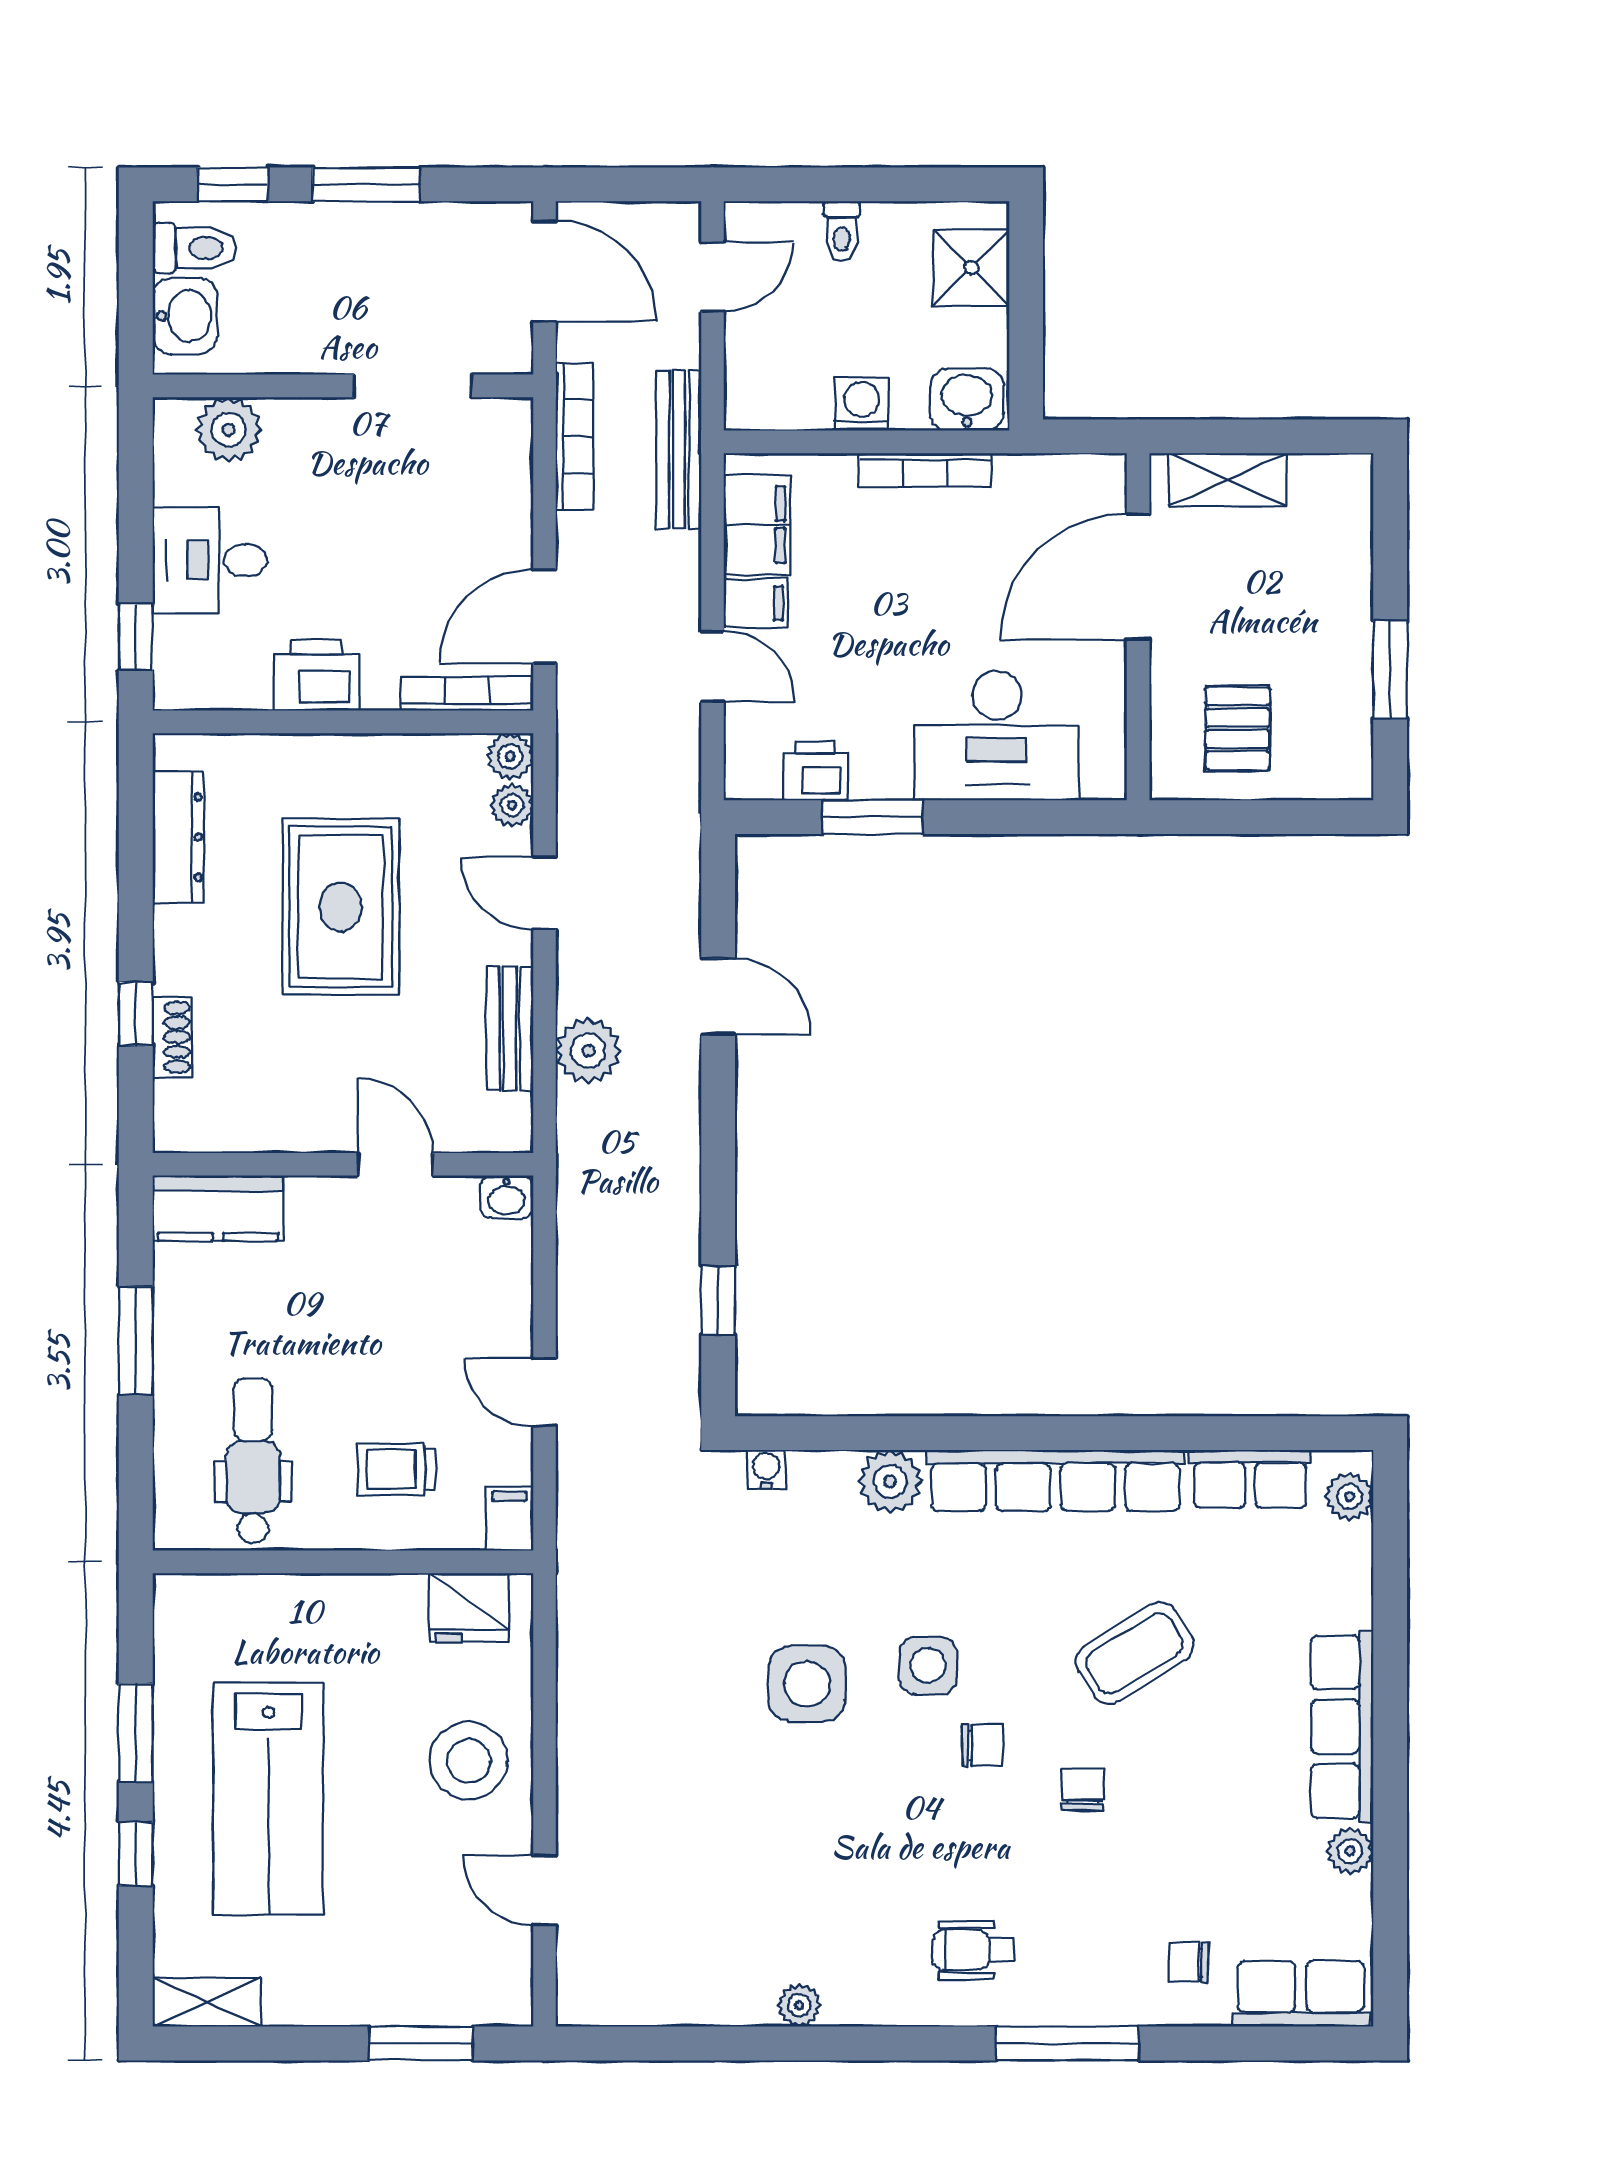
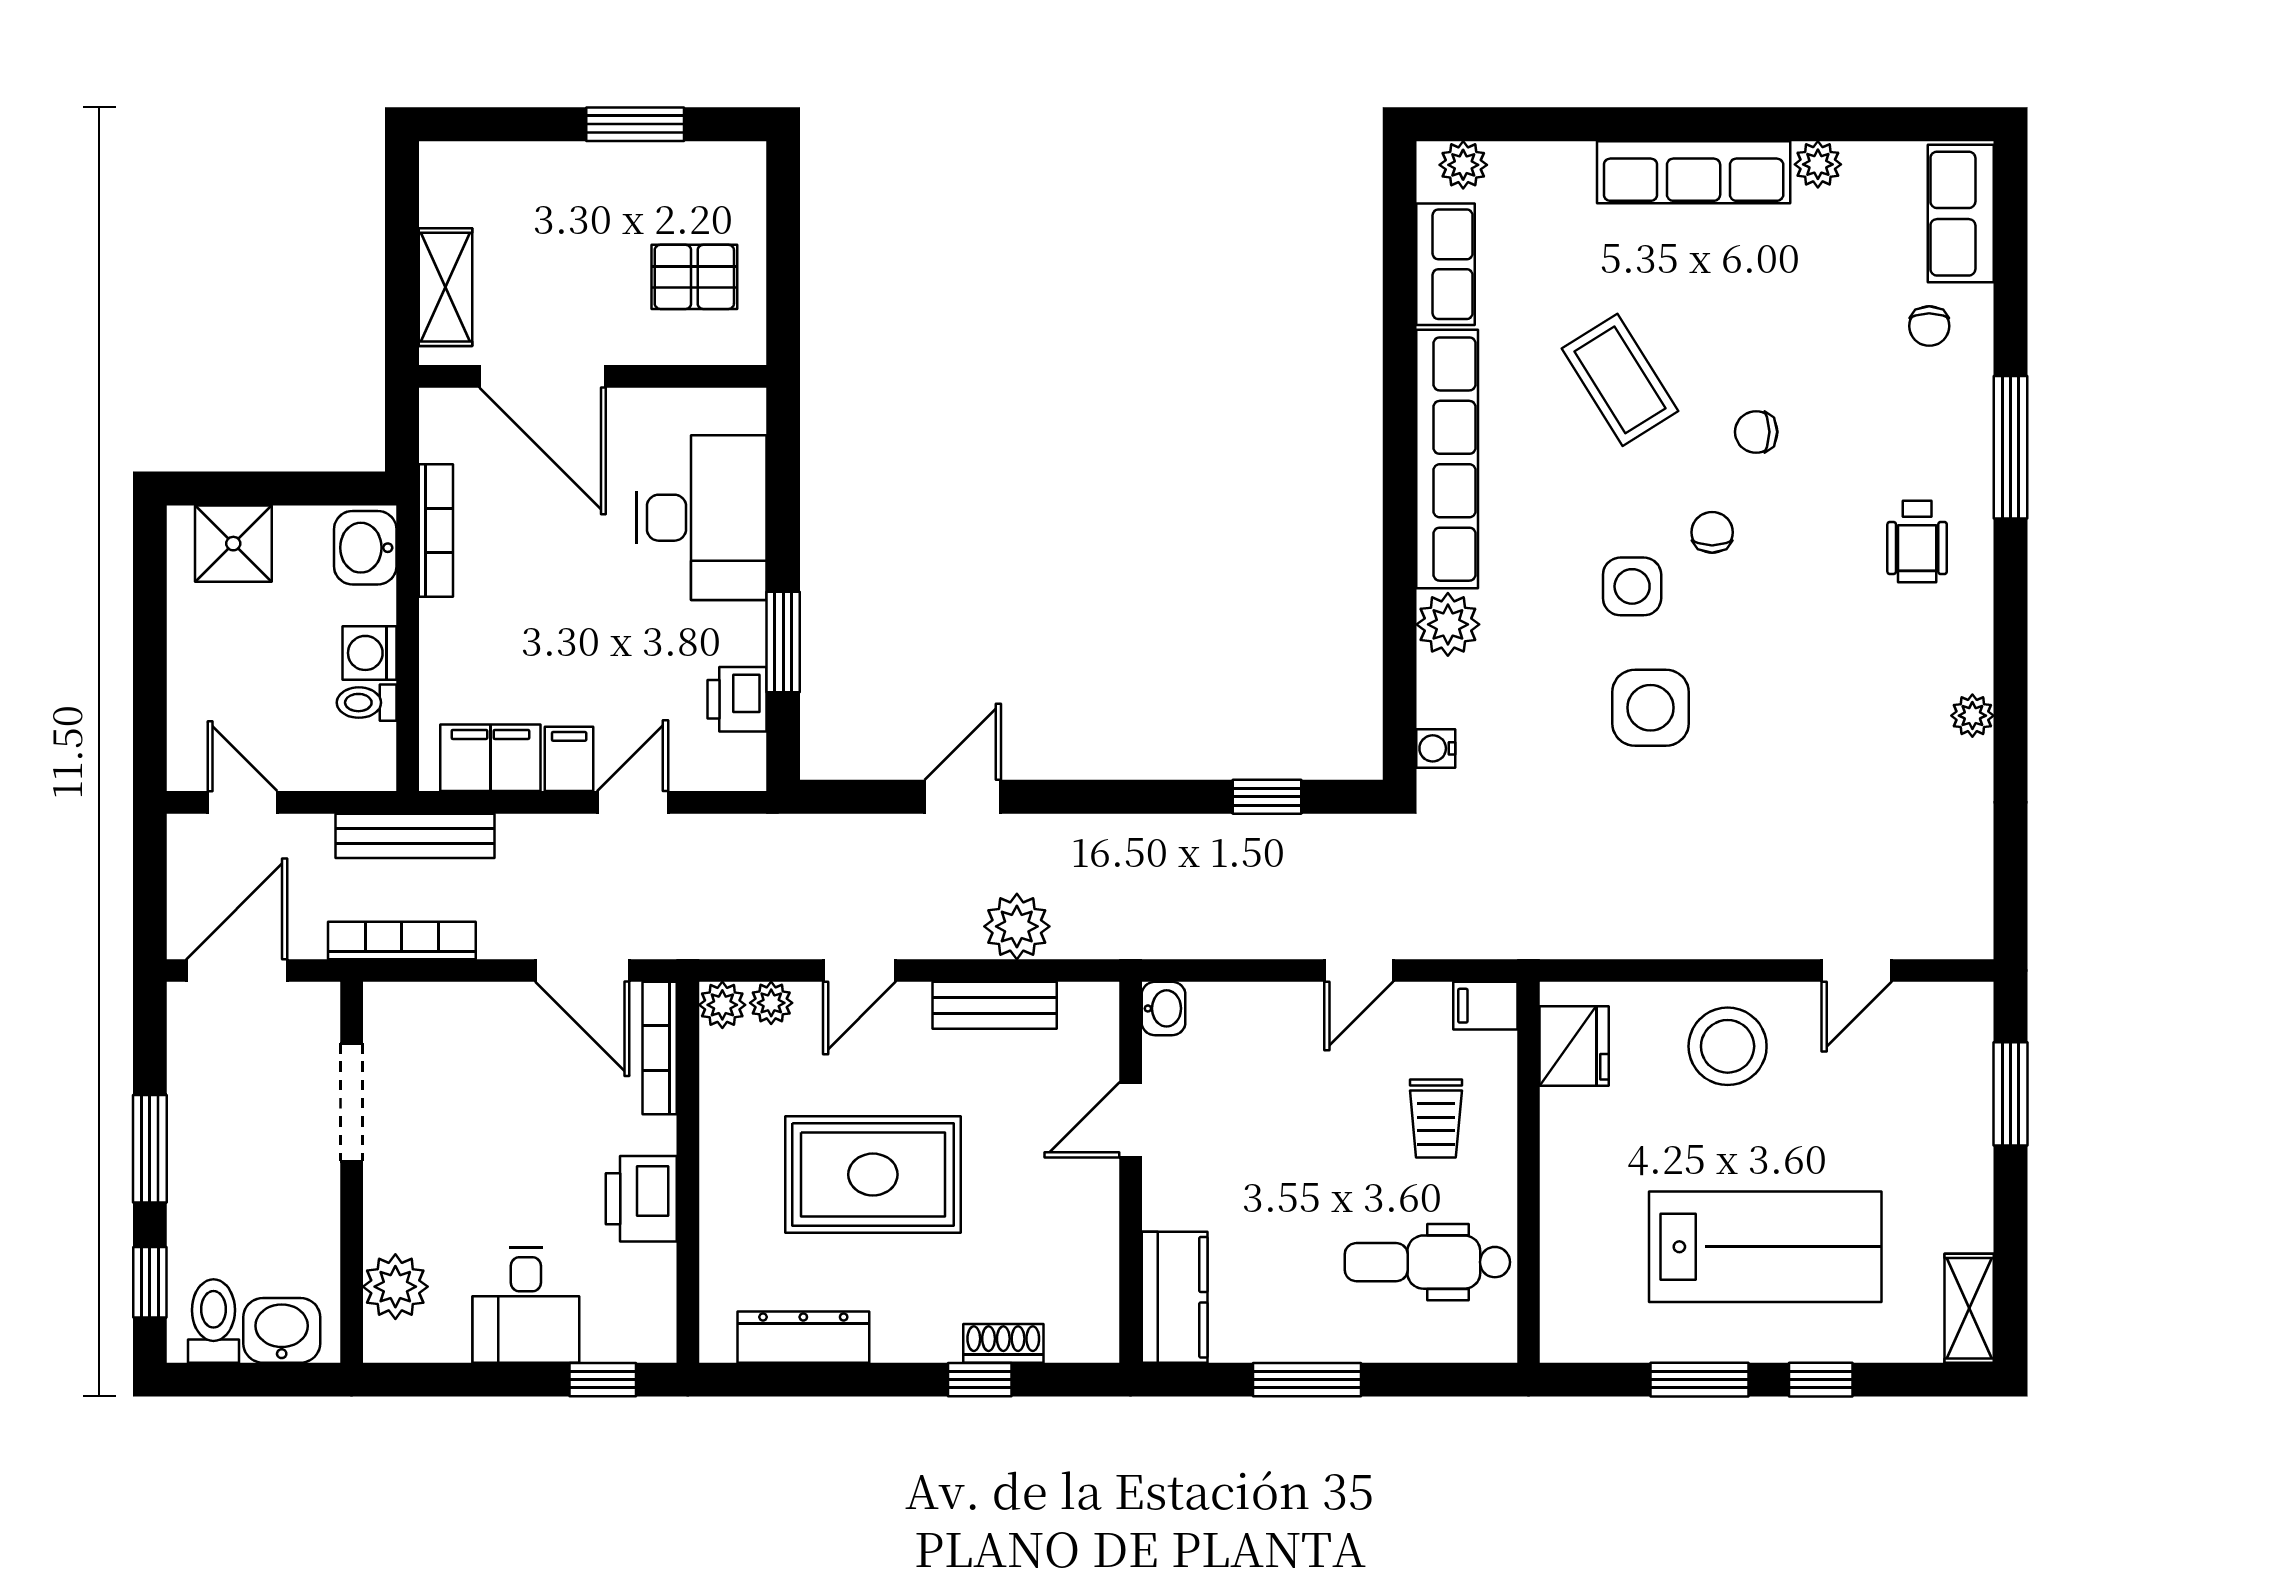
toilet: (841, 231) -> (367, 703), moved, turned 180
bookcase: (925, 470) -> (436, 531), moved

